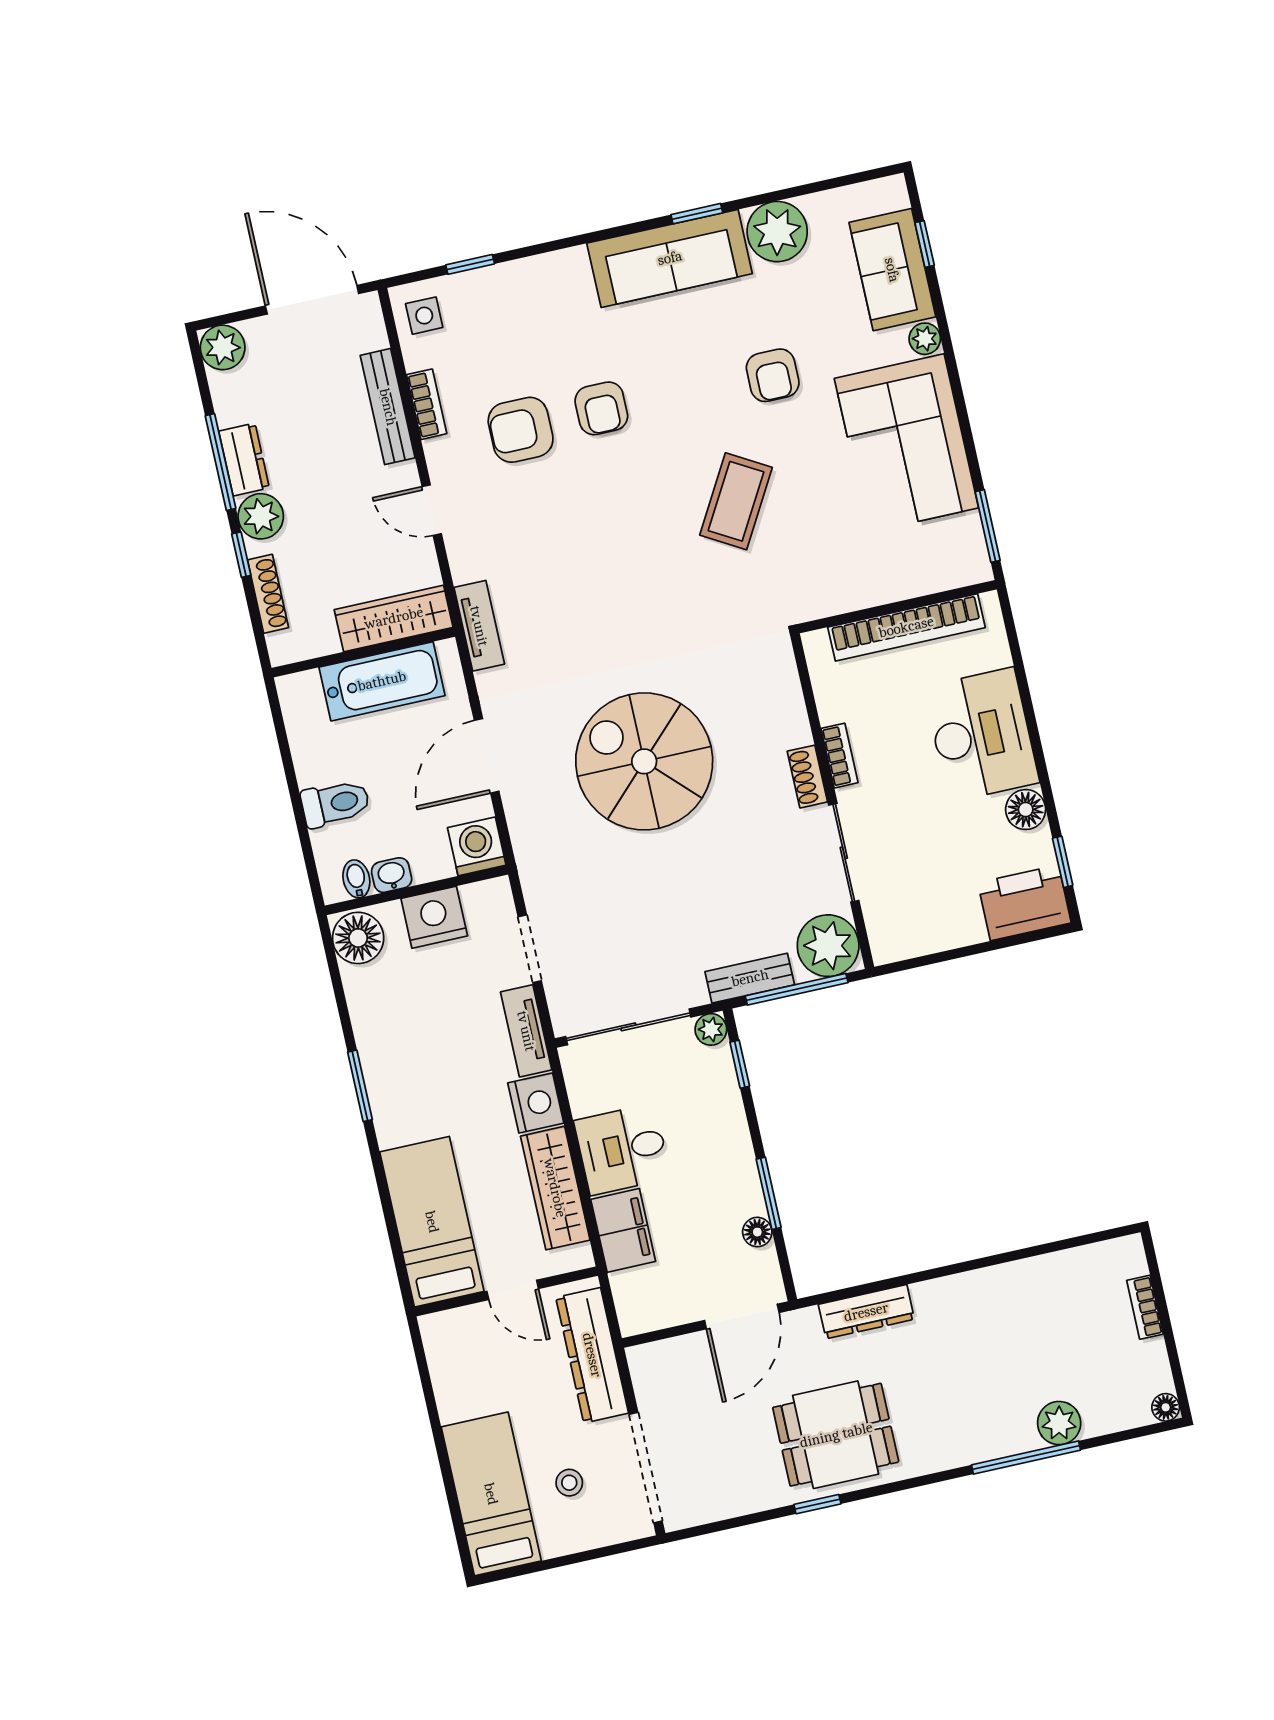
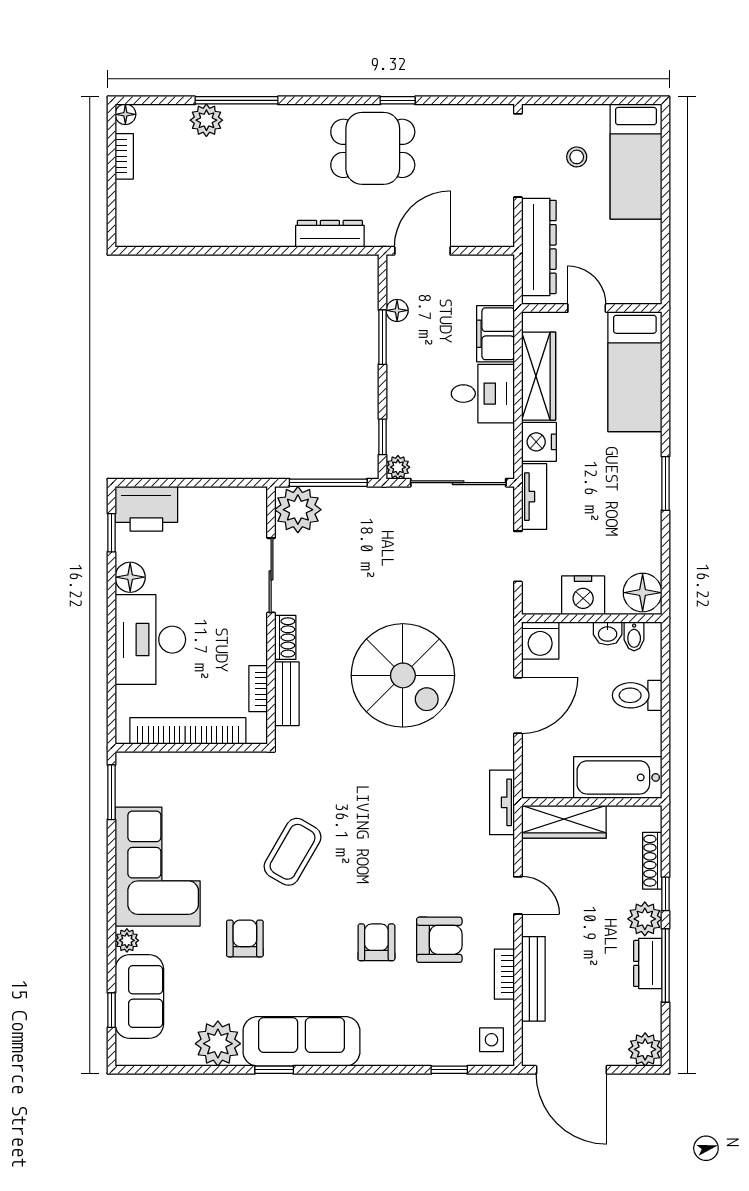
bathtub: (382, 681) -> (618, 777), moved
bookcase: (840, 756) -> (258, 689), moved
bench: (750, 978) -> (287, 694), moved, turned 90
bookcase: (1145, 1307) -> (124, 156), moved

